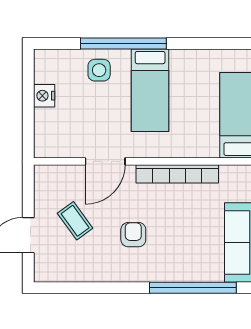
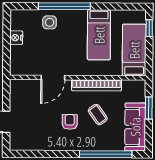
bed: (150, 90) -> (99, 35), moved
coffee table: (75, 221) -> (98, 115), moved

